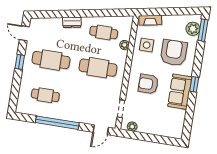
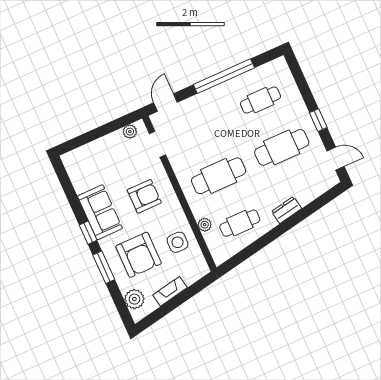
fireplace: (150, 20) -> (170, 291), moved
window: (203, 30) -> (104, 267), moved

